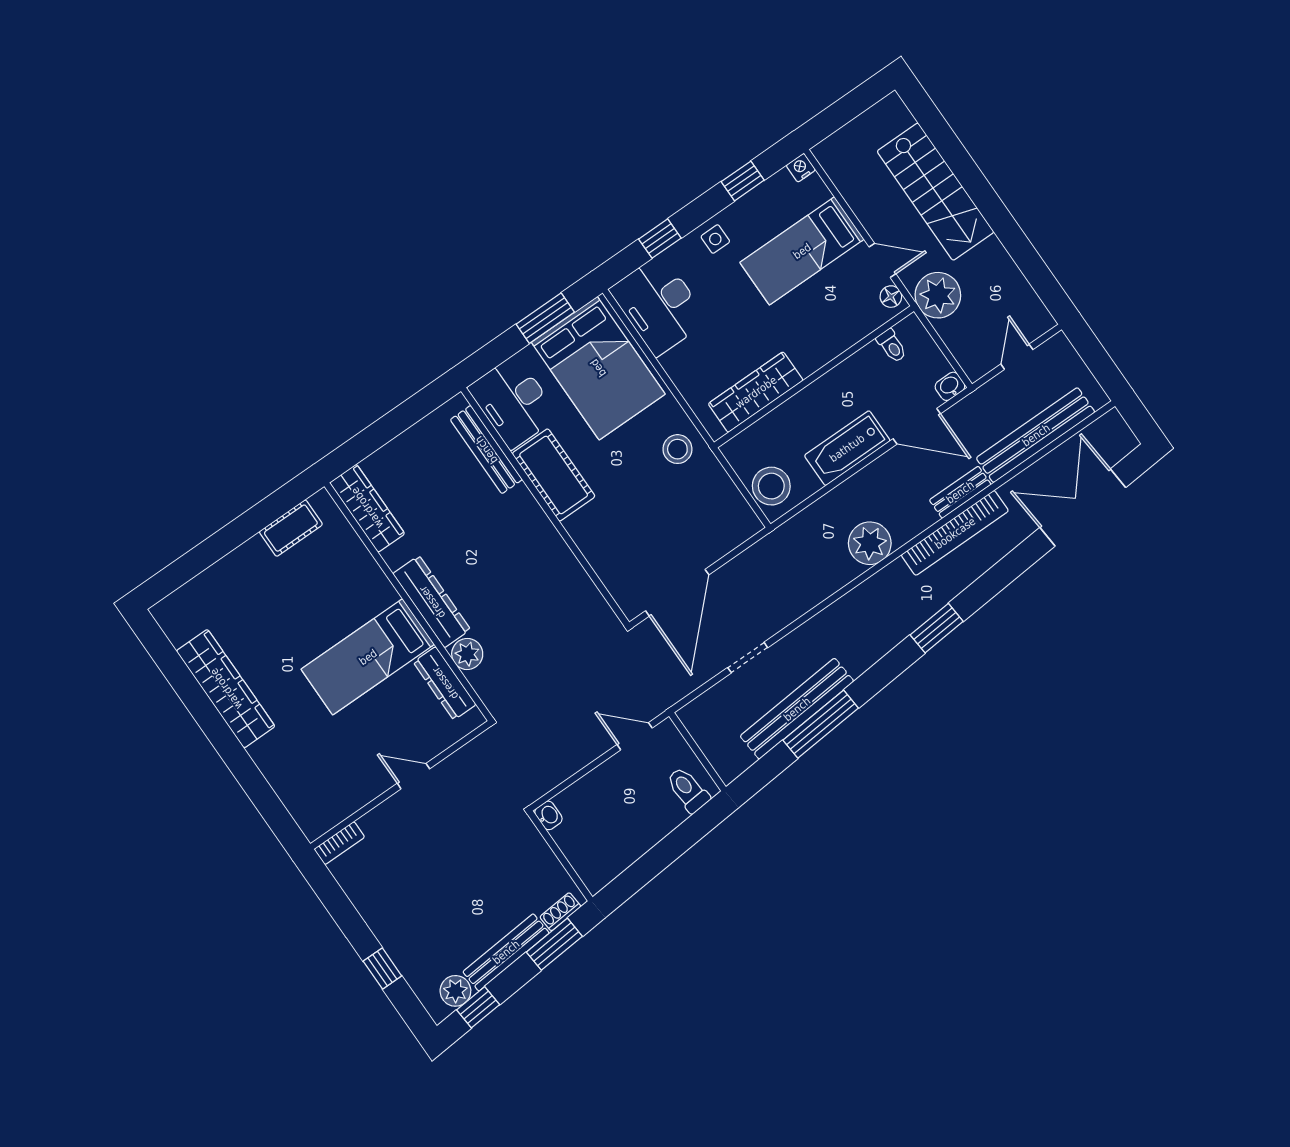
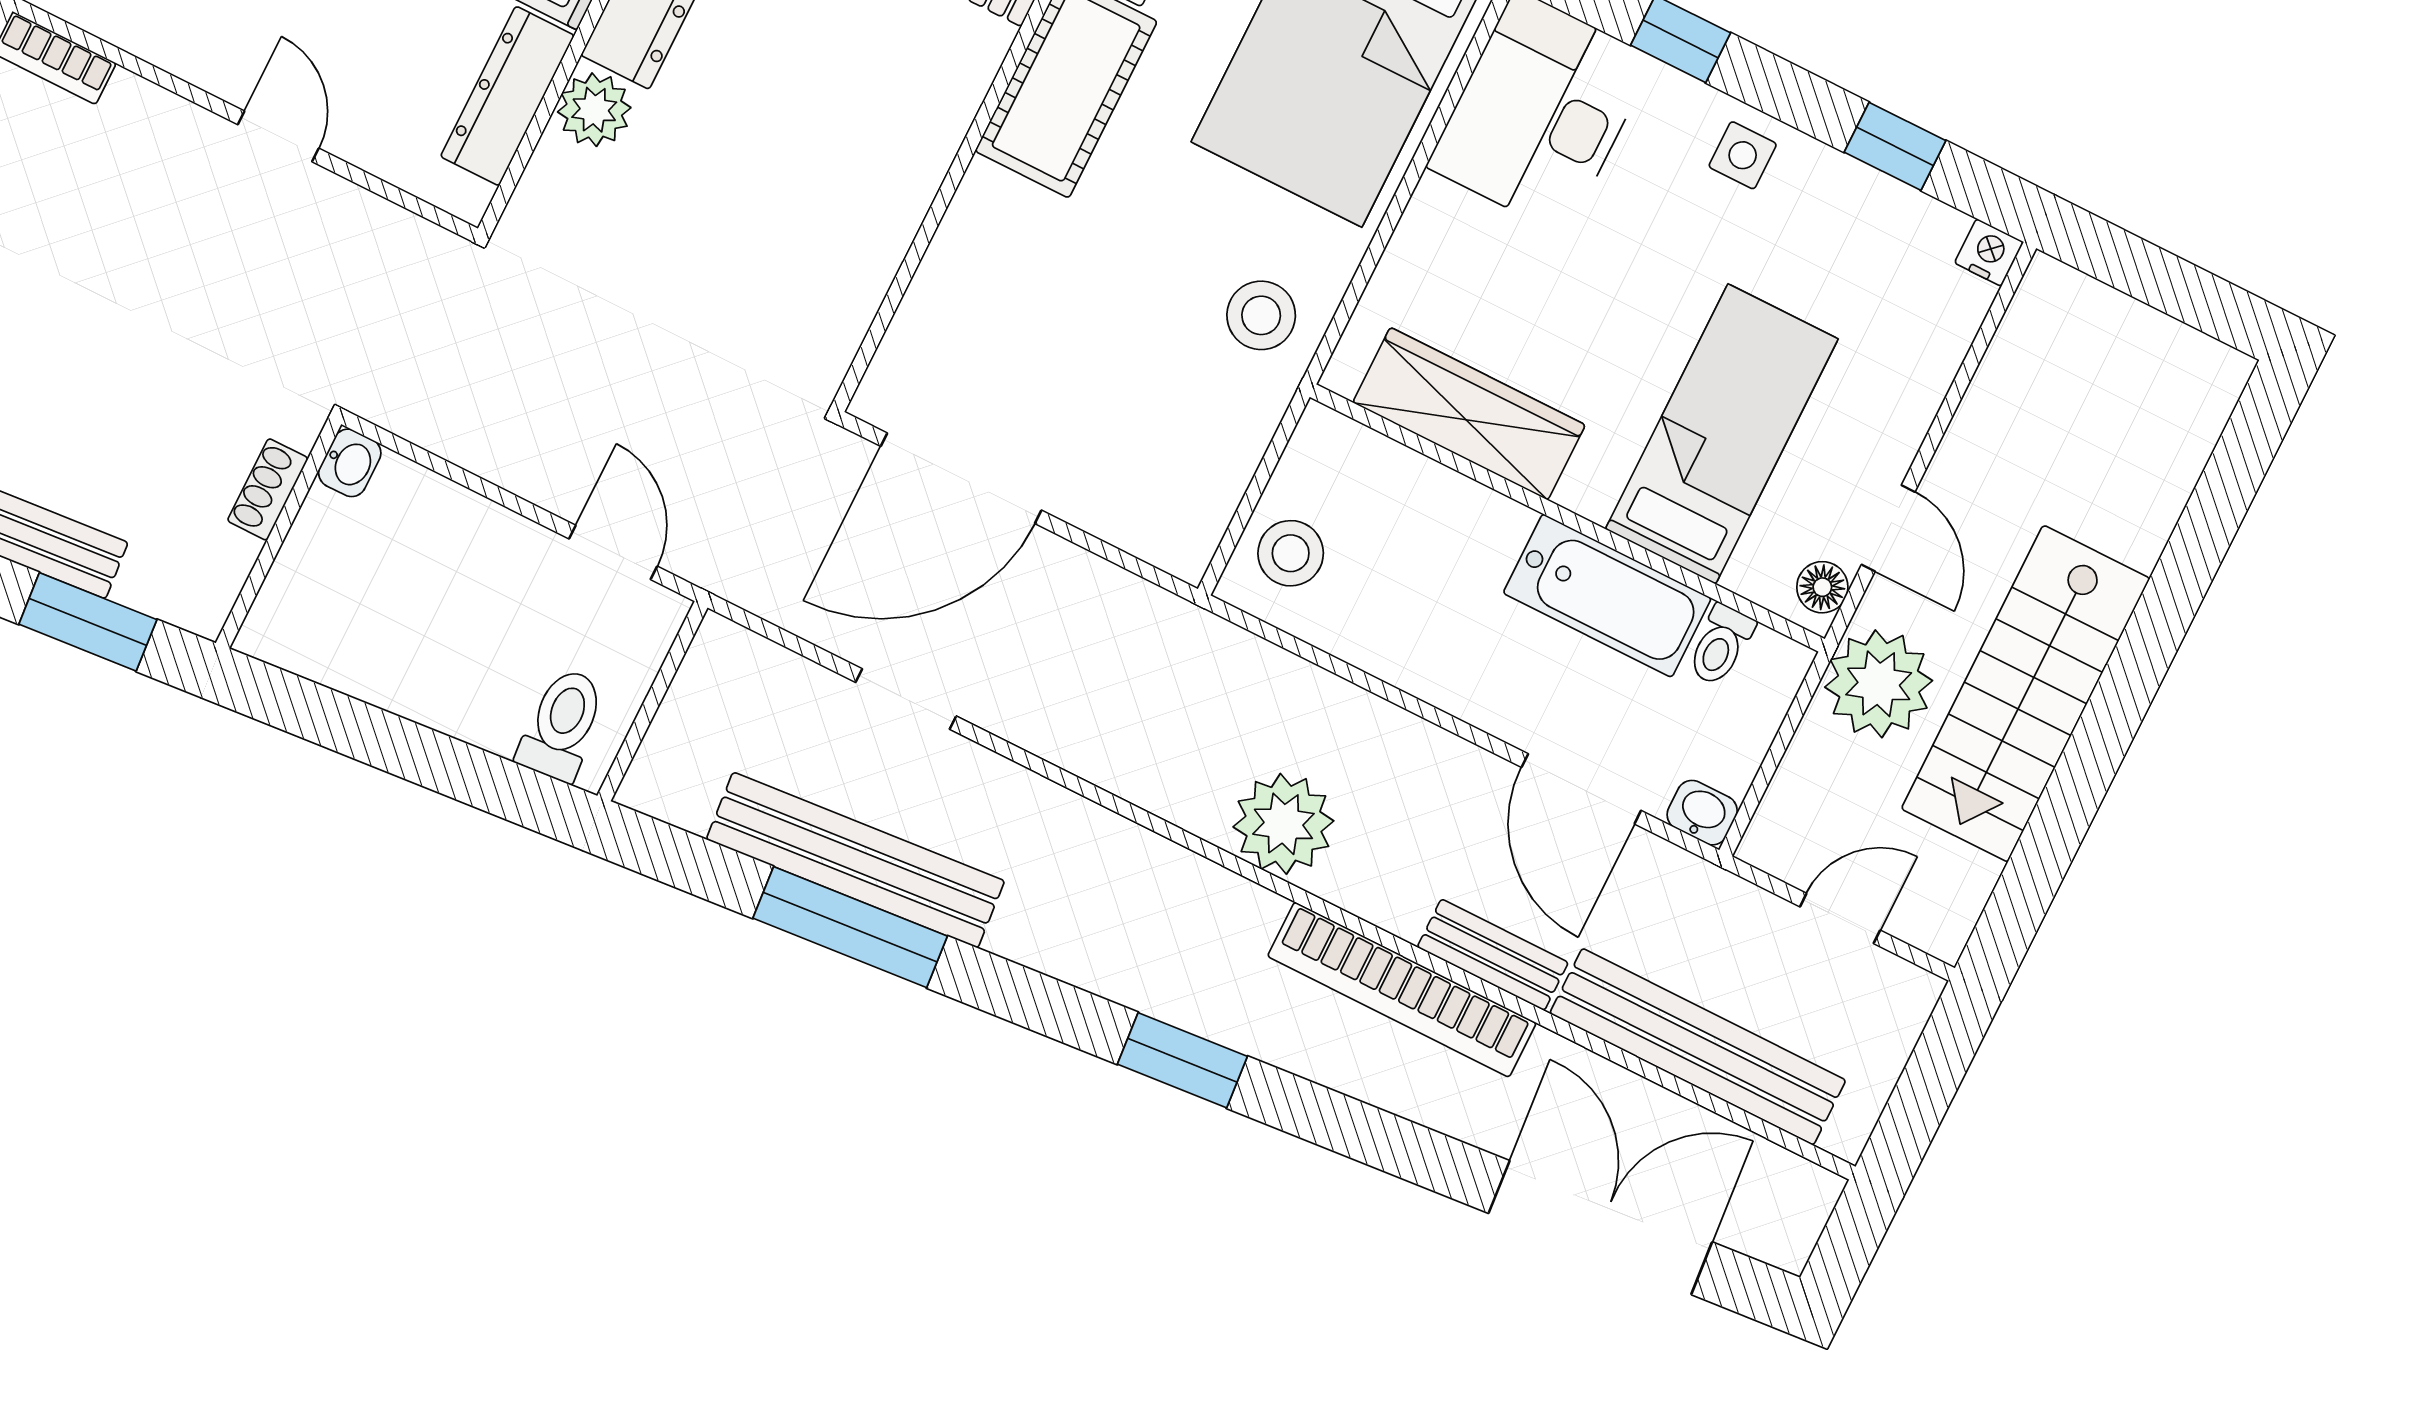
stairs: (936, 192) -> (2026, 694), moved
bed: (802, 251) -> (1722, 434), moved, turned 90
bathtub: (847, 448) -> (1607, 596), moved, turned 180
stool: (771, 486) -> (1291, 553), width x0.73, depth x0.73
shoe rack: (560, 912) -> (268, 489), moved, turned -85

